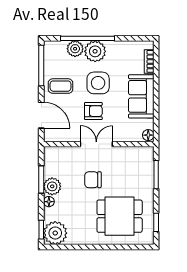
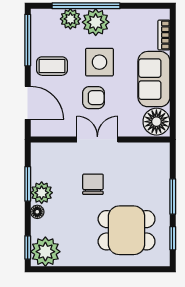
floor lamp: (148, 135) -> (156, 122), width x1.89, depth x1.89
window: (156, 175) -> (173, 197), moved
chair: (93, 180) -> (93, 184), turned 90

